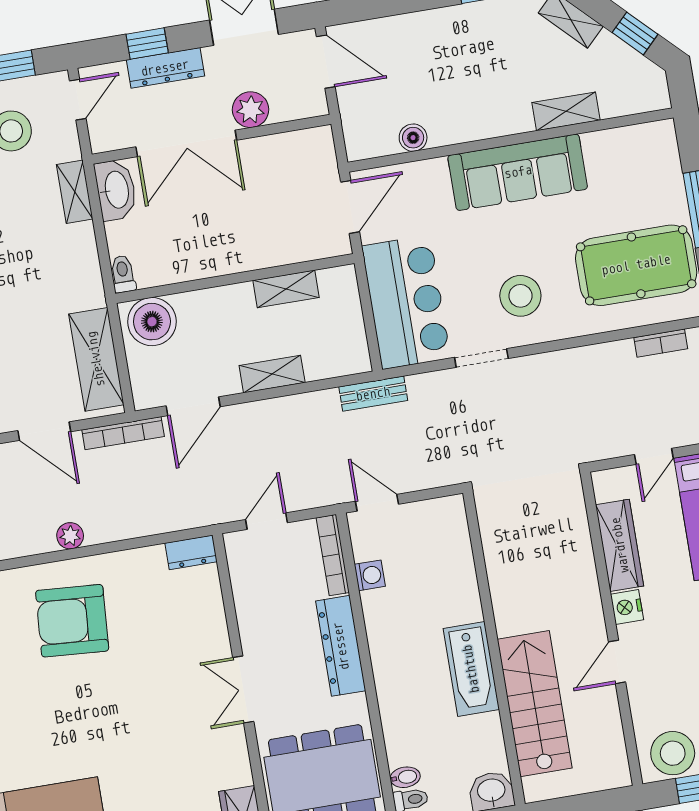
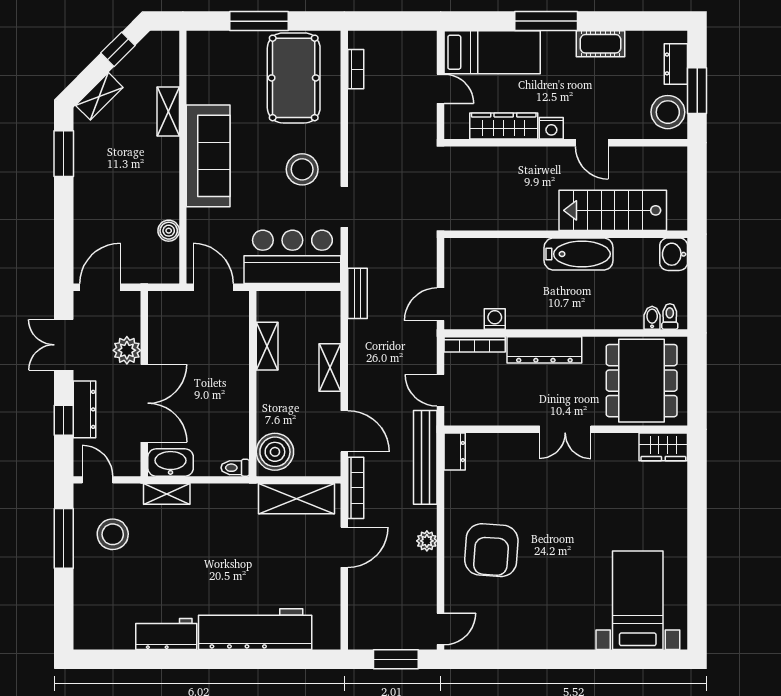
bench: (177, 516) -> (425, 457), added

